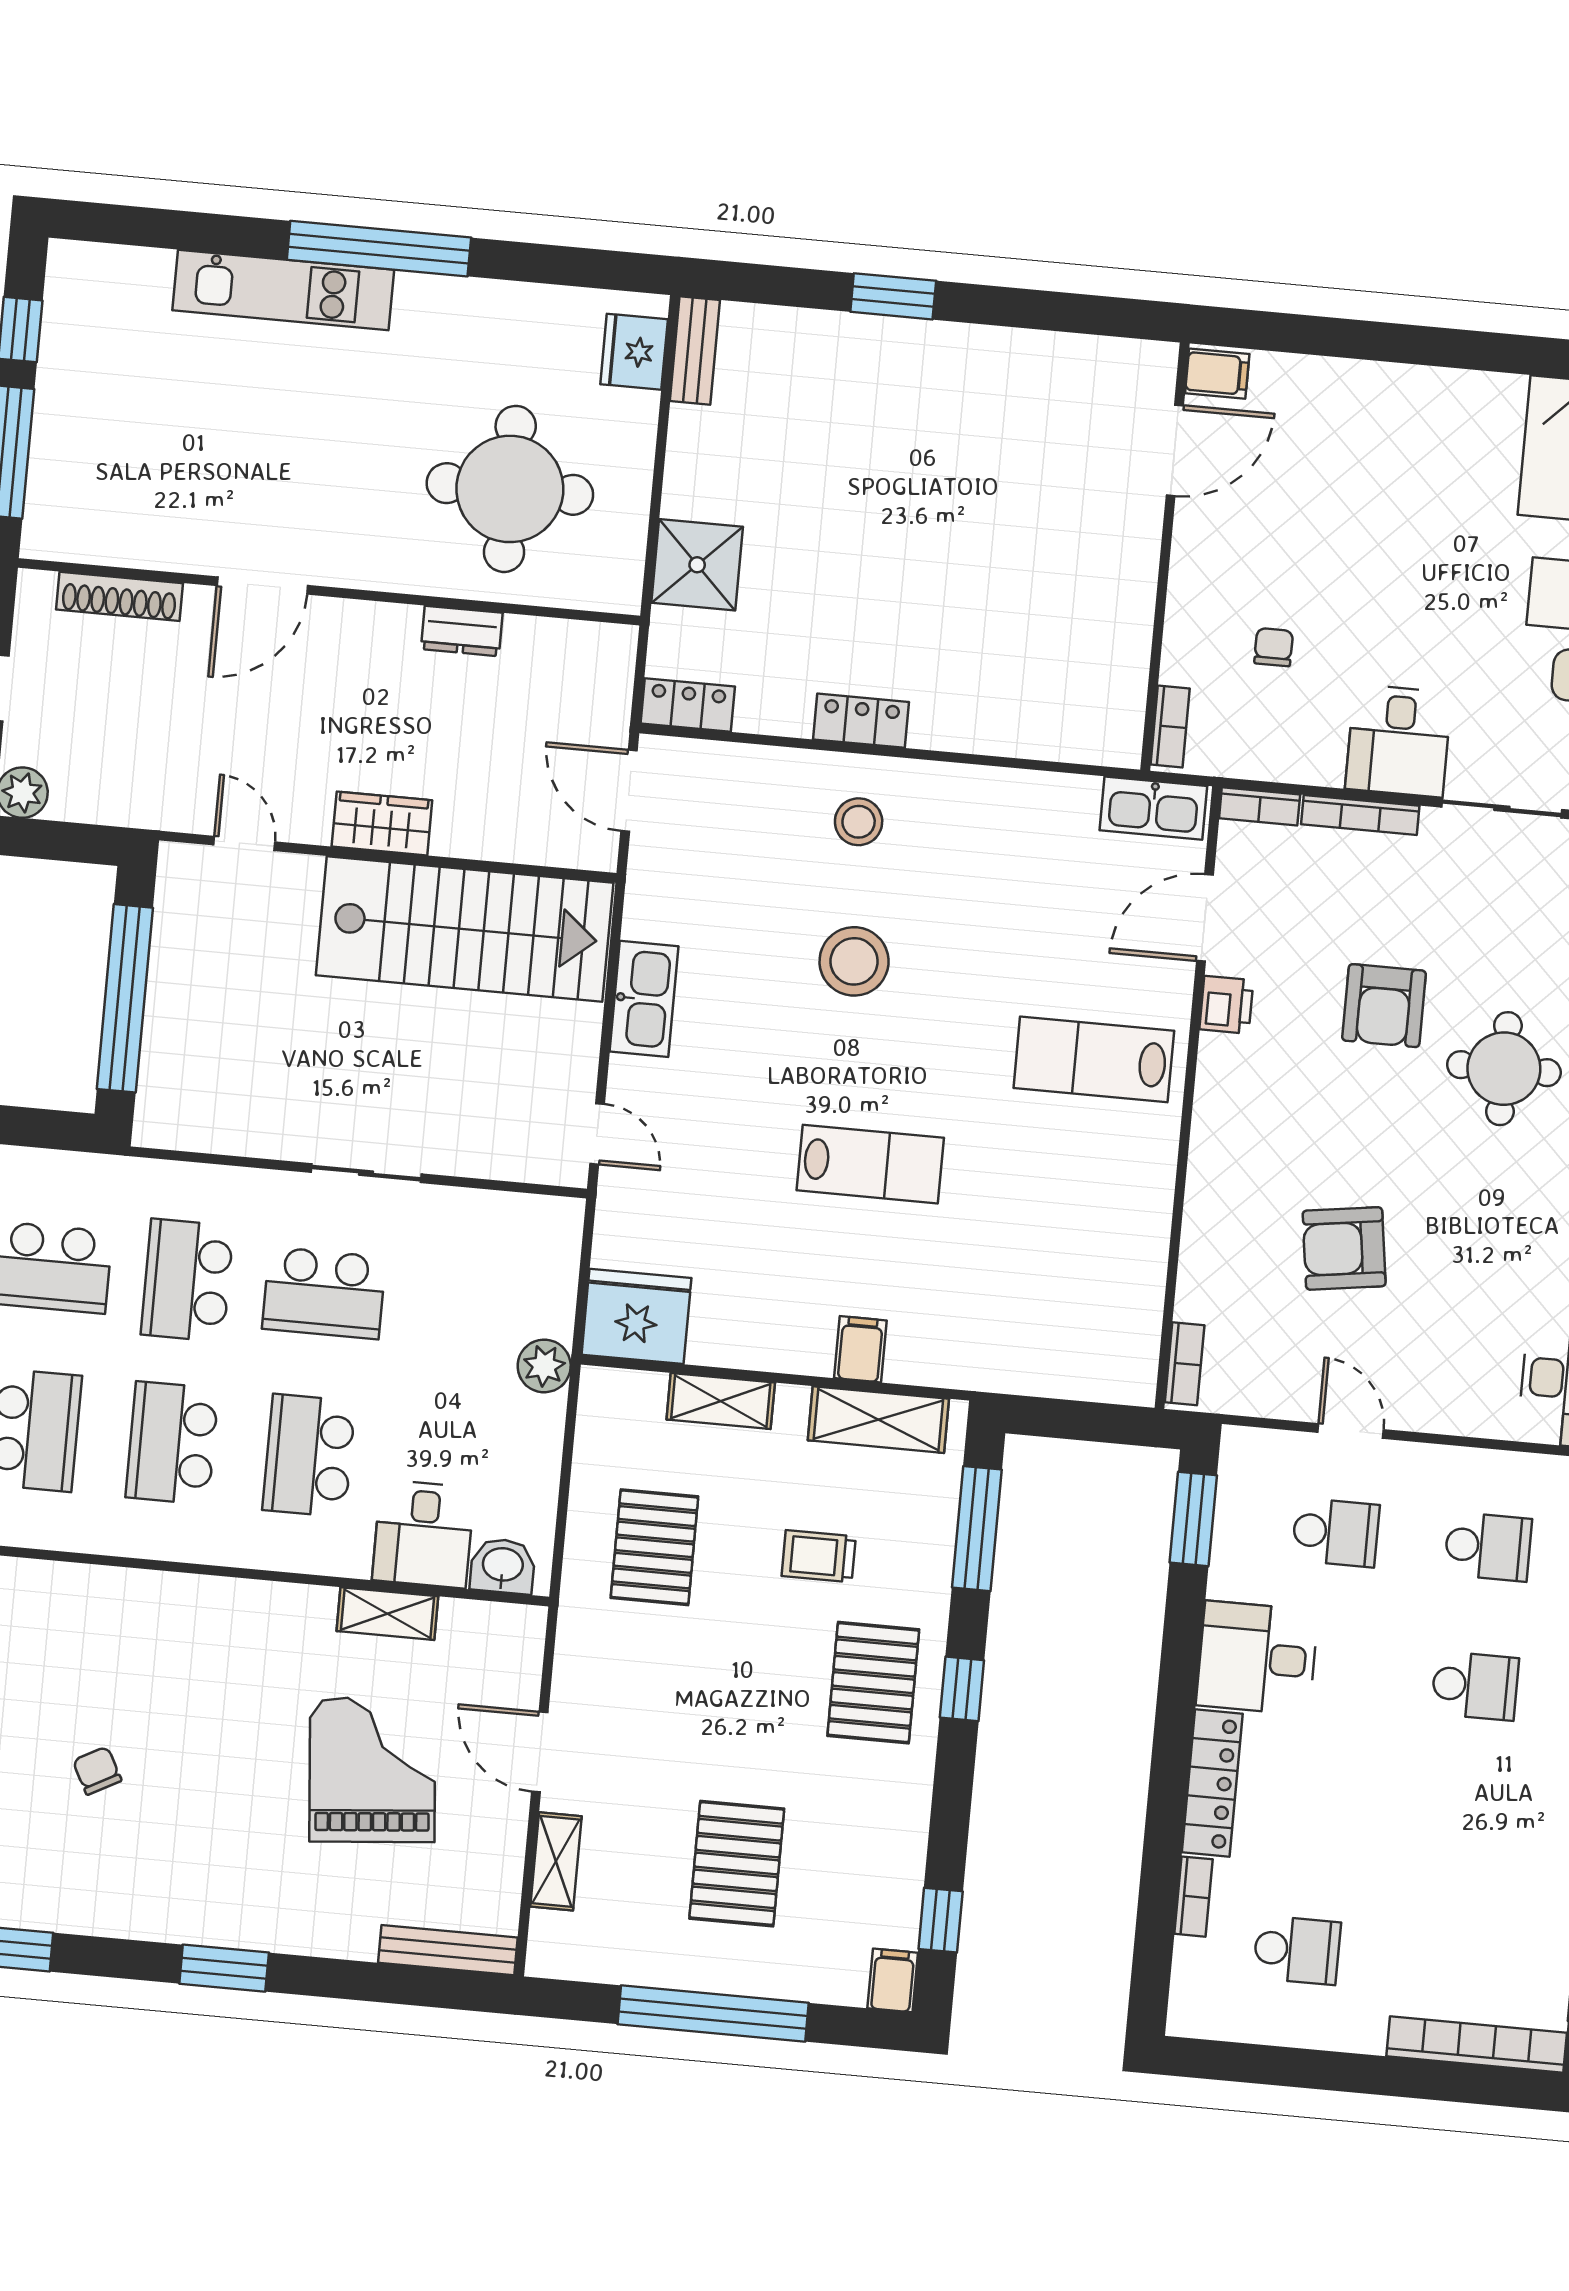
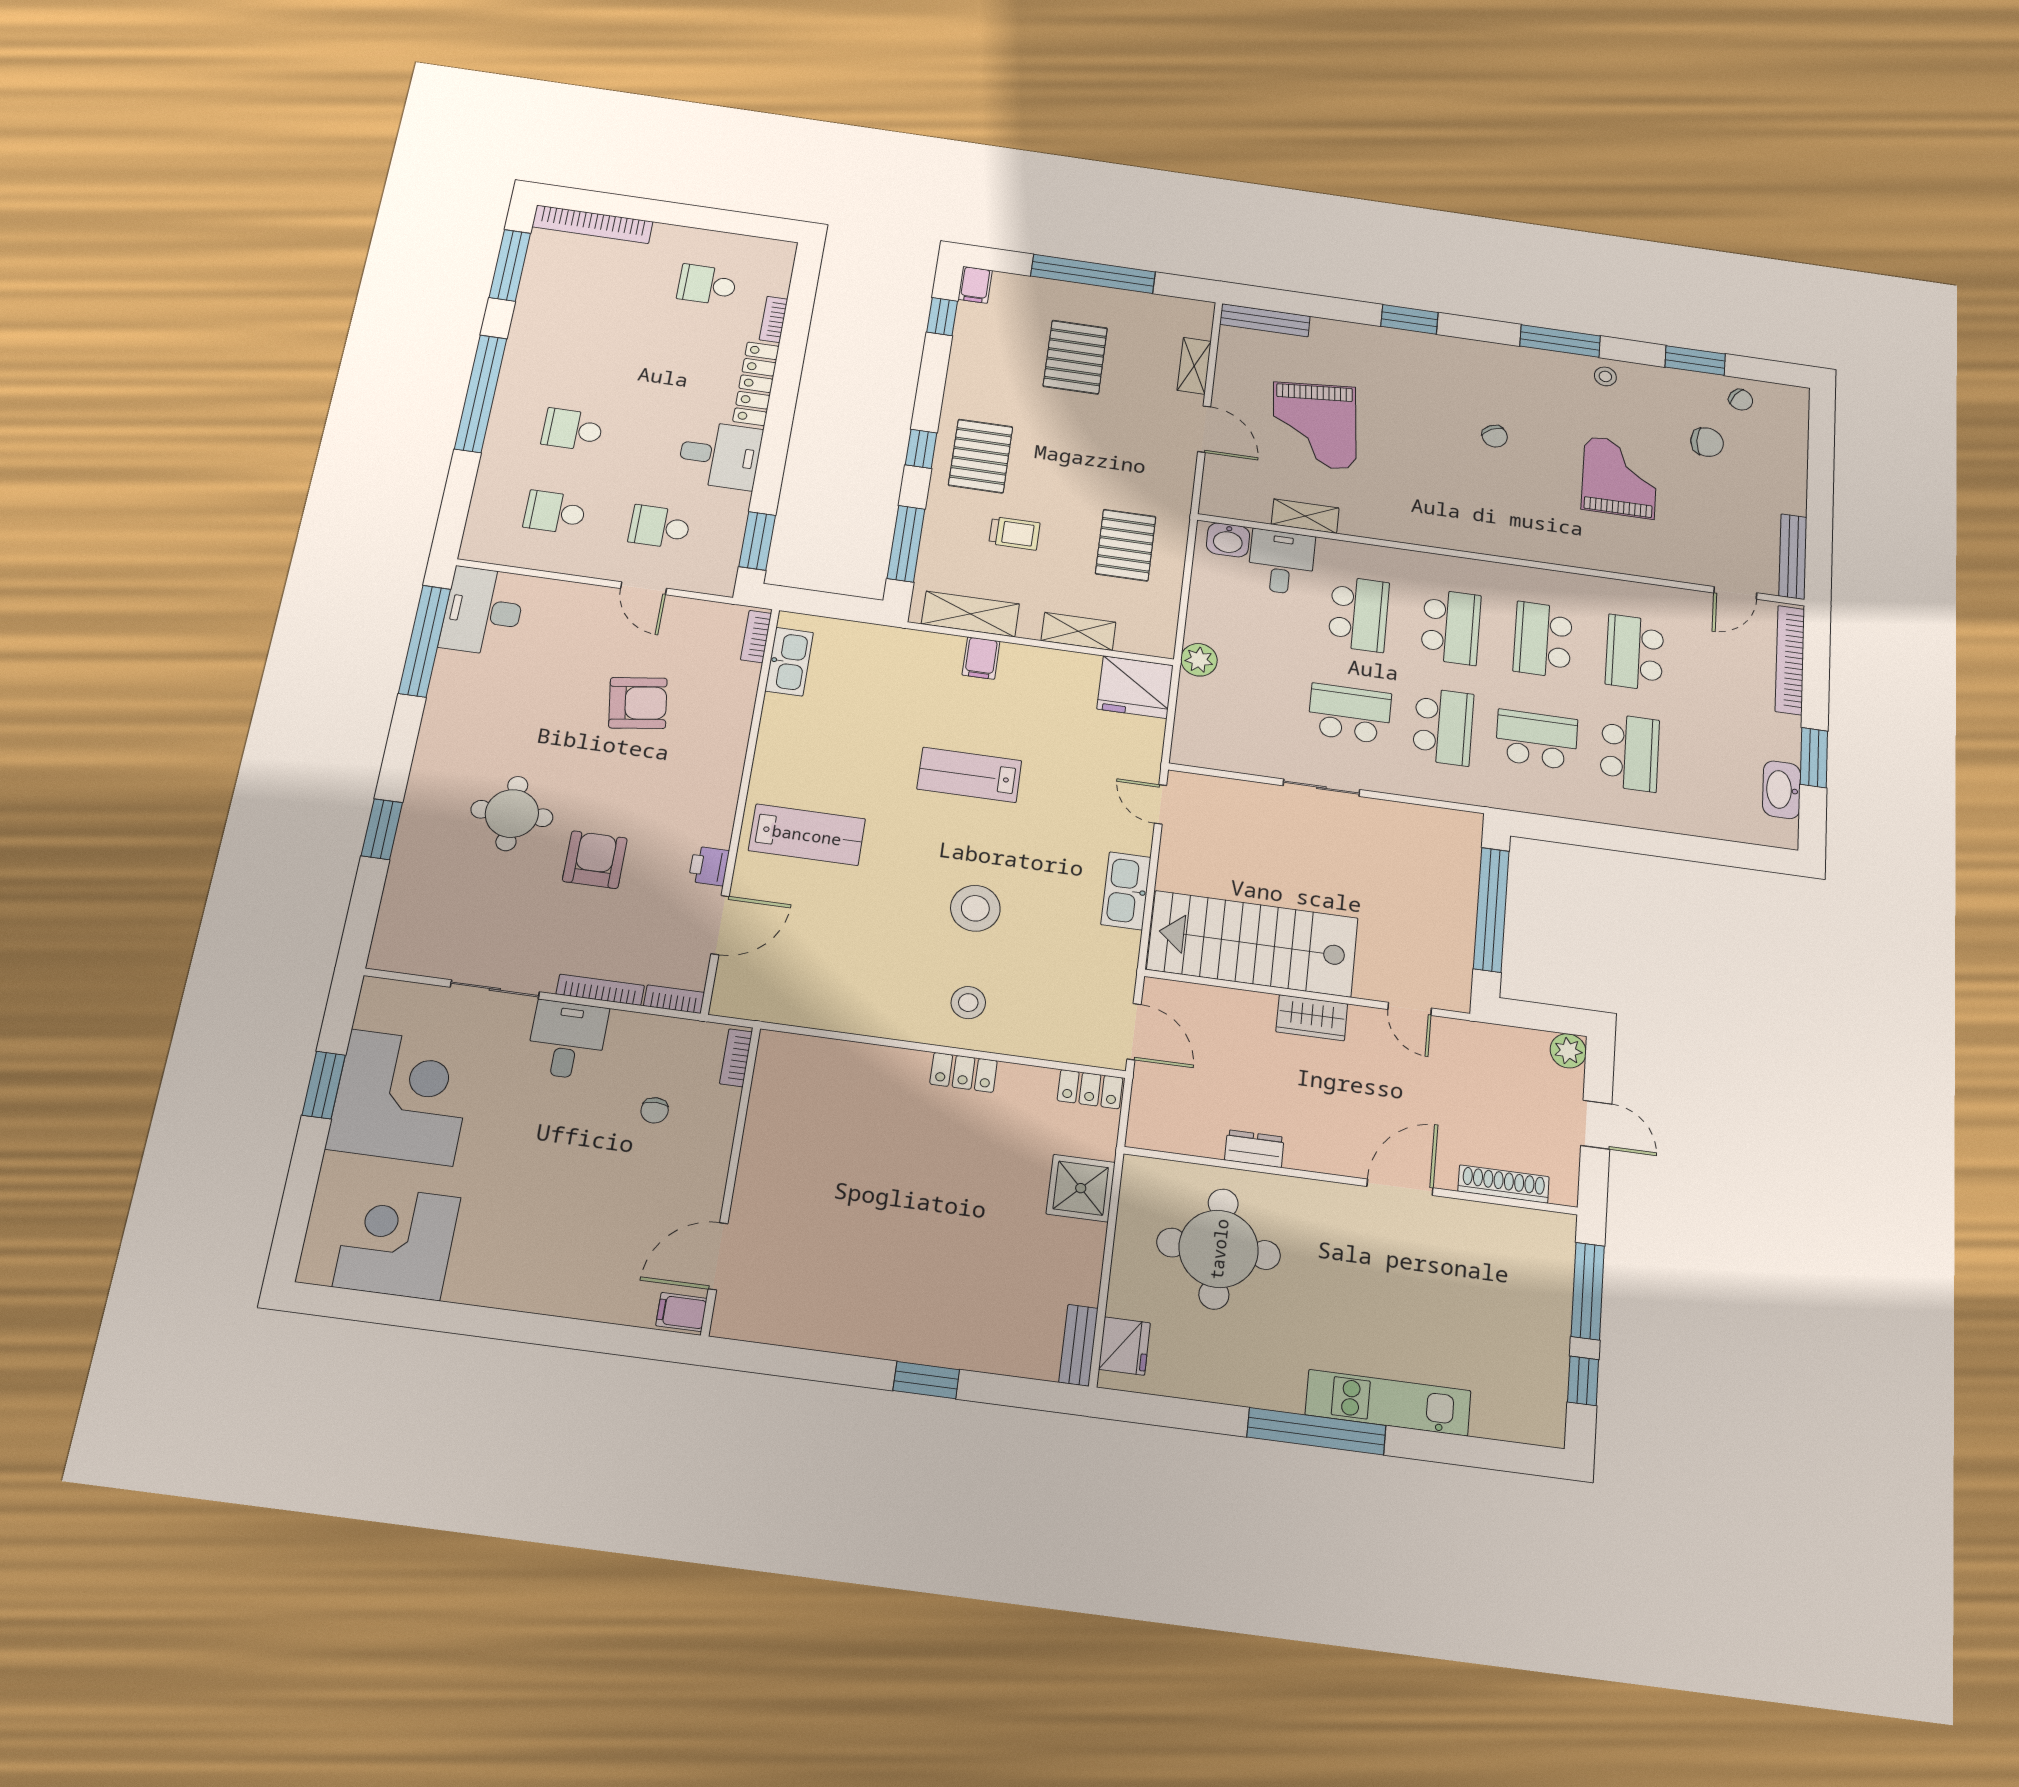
kitchen sink: (1153, 808) -> (789, 662), moved, turned 90

